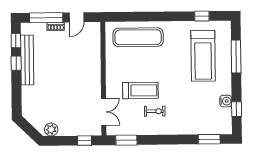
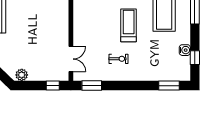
treadmill: (140, 90) -> (129, 25), moved, turned -90

